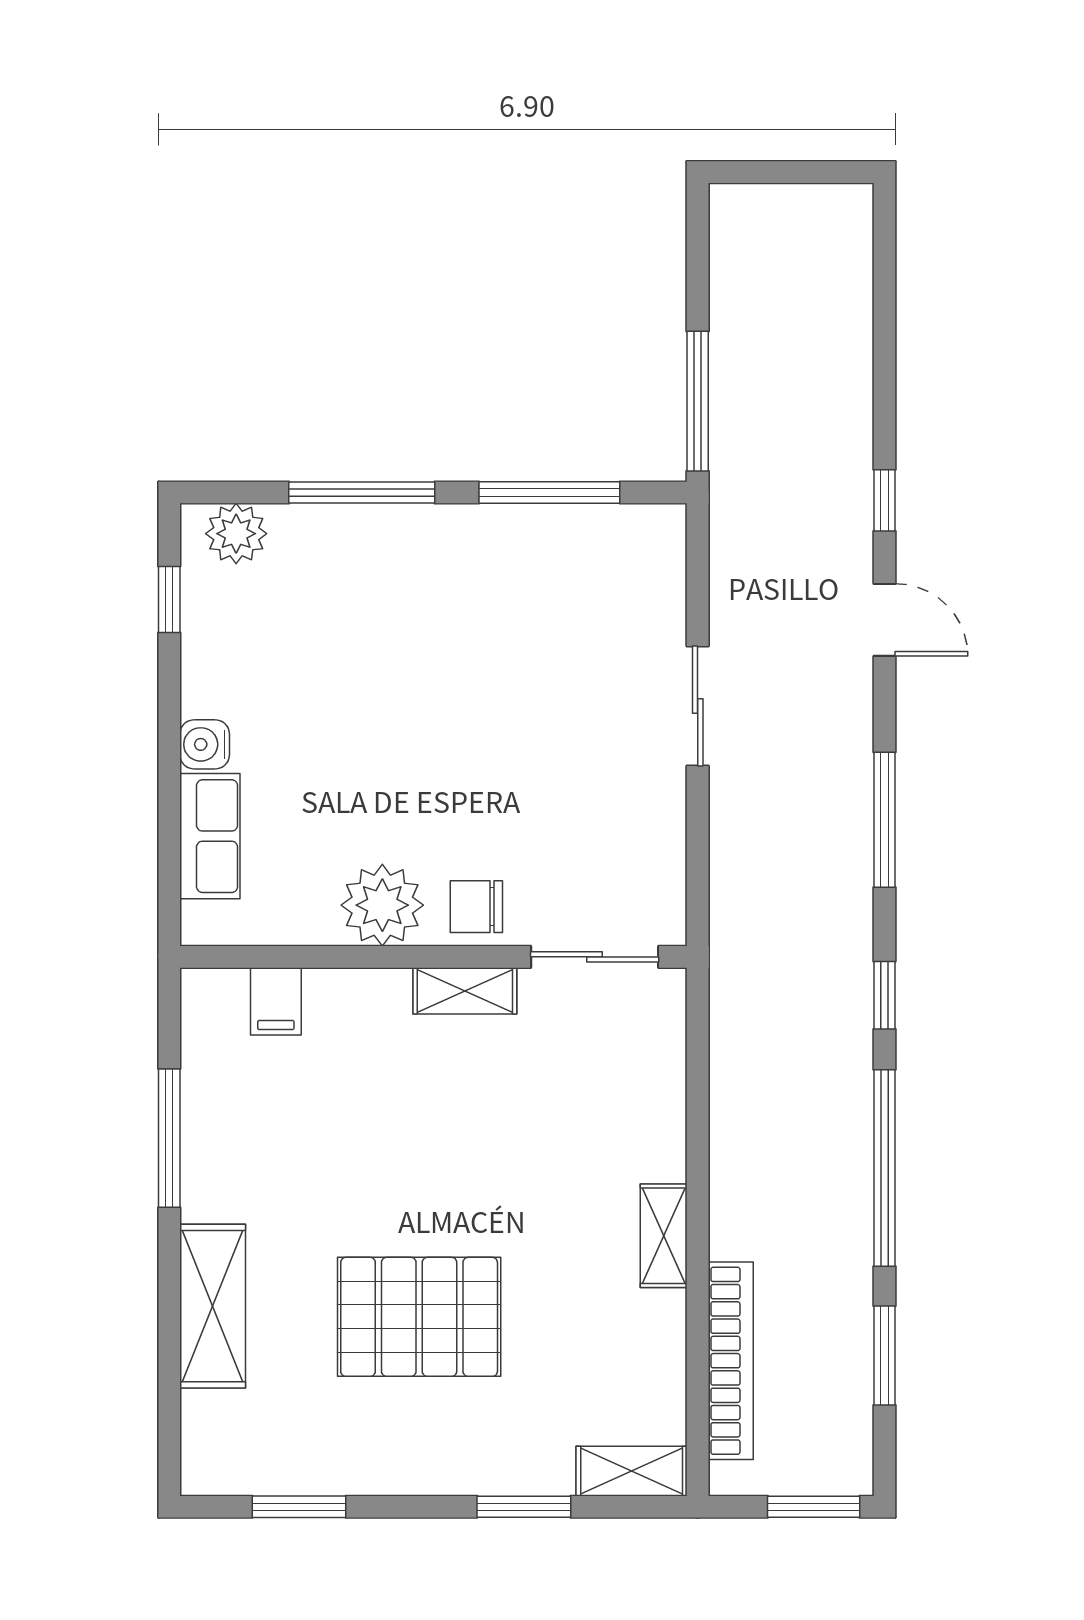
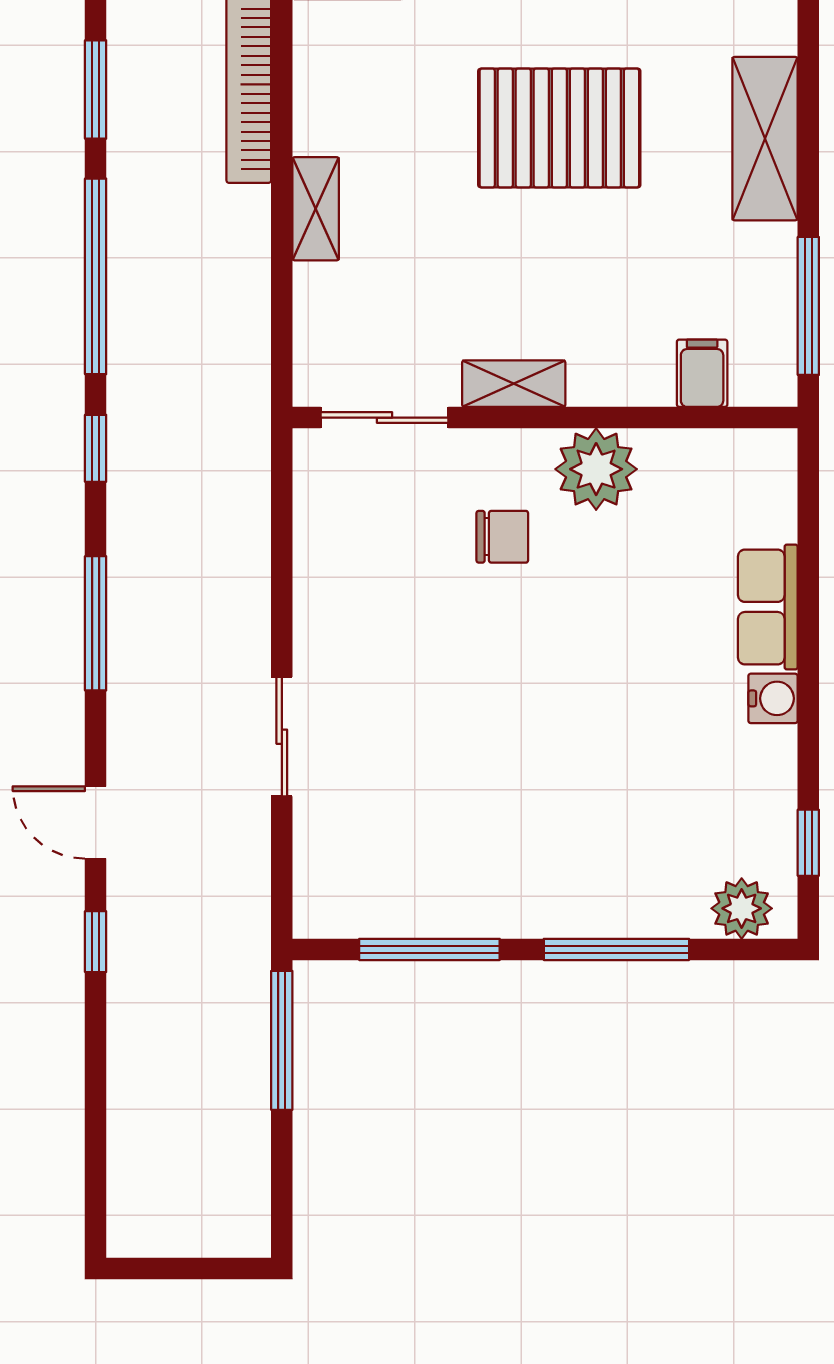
plant: (382, 905) -> (596, 469), moved
wall: (433, 957) -> (545, 418), moved
sliding door: (595, 957) -> (384, 418), moved
shelving: (465, 991) -> (514, 384), moved
filing cabinet: (276, 1001) -> (702, 373), moved

